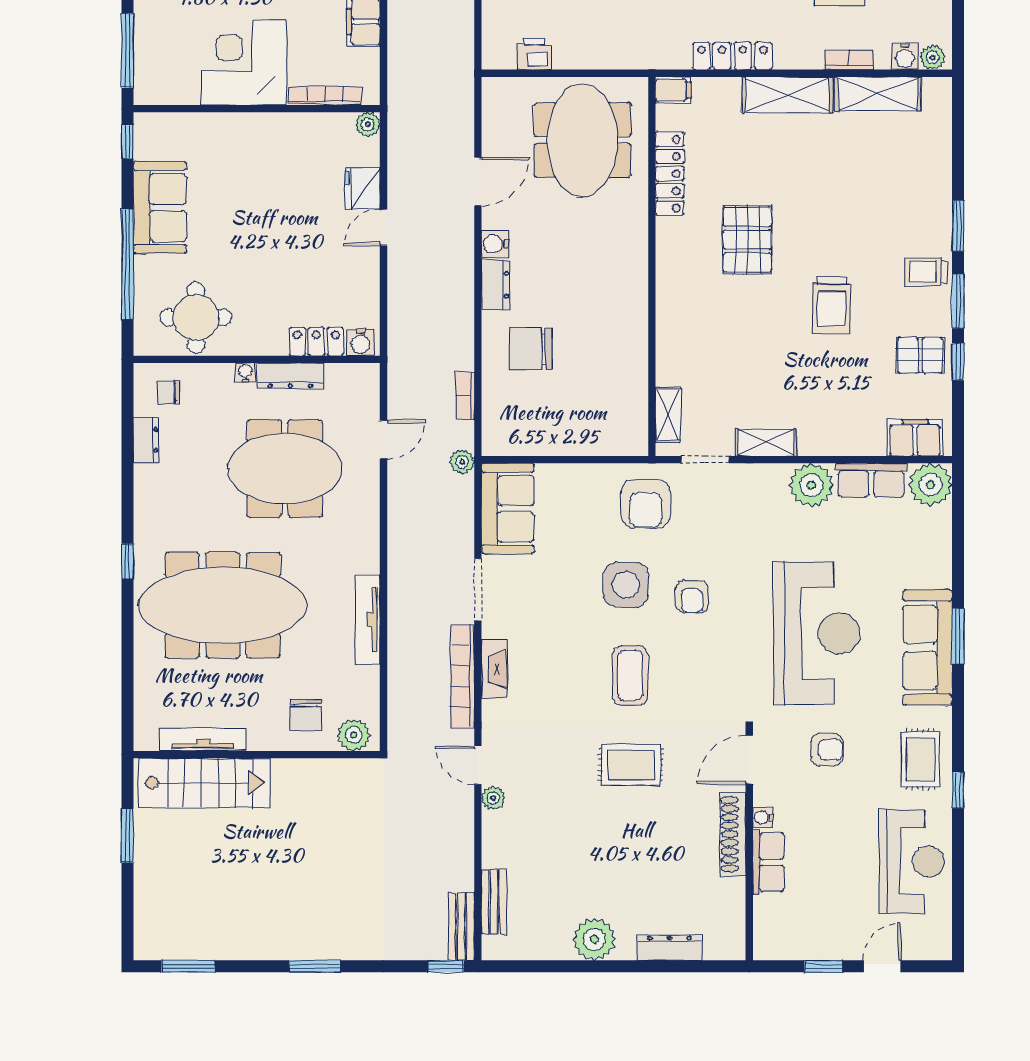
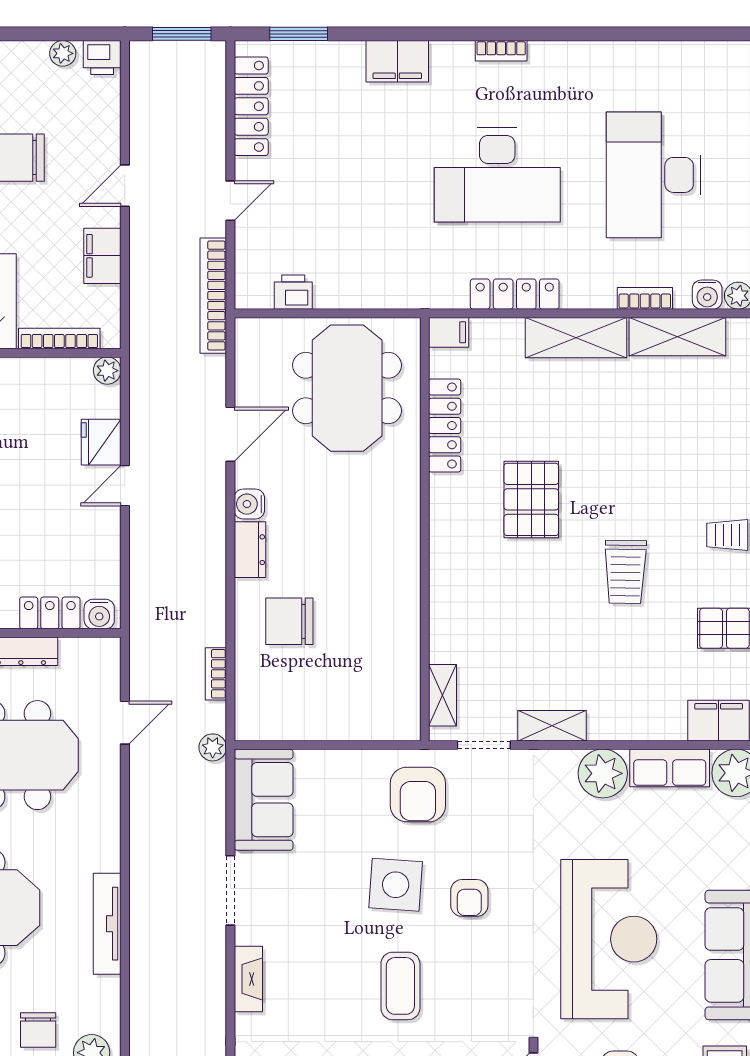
bookcase: (463, 676) -> (213, 296), moved

